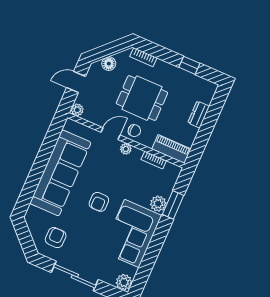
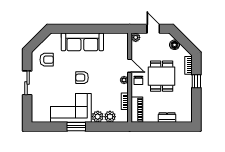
window: (189, 65) -> (196, 81), moved
sofa: (60, 173) -> (82, 42), width x0.74, depth x0.79
window: (173, 205) -> (76, 127), moved
sliding door: (75, 276) -> (27, 83), width x0.73
plant: (124, 282) -> (110, 117), moved

